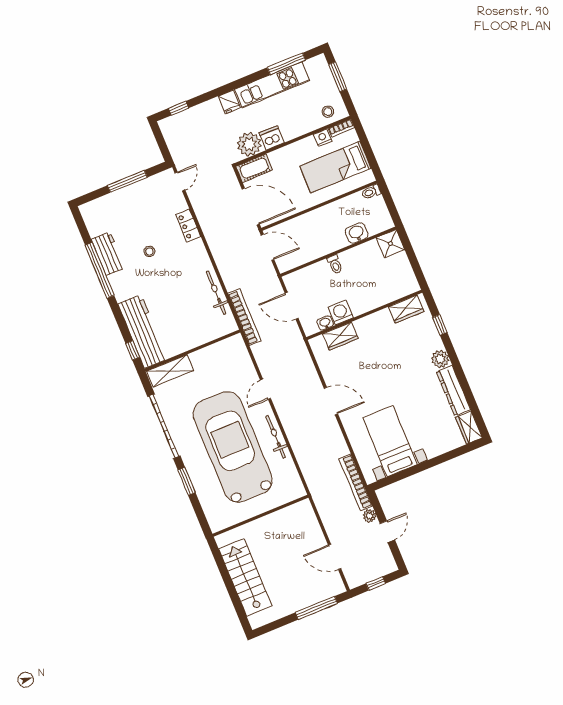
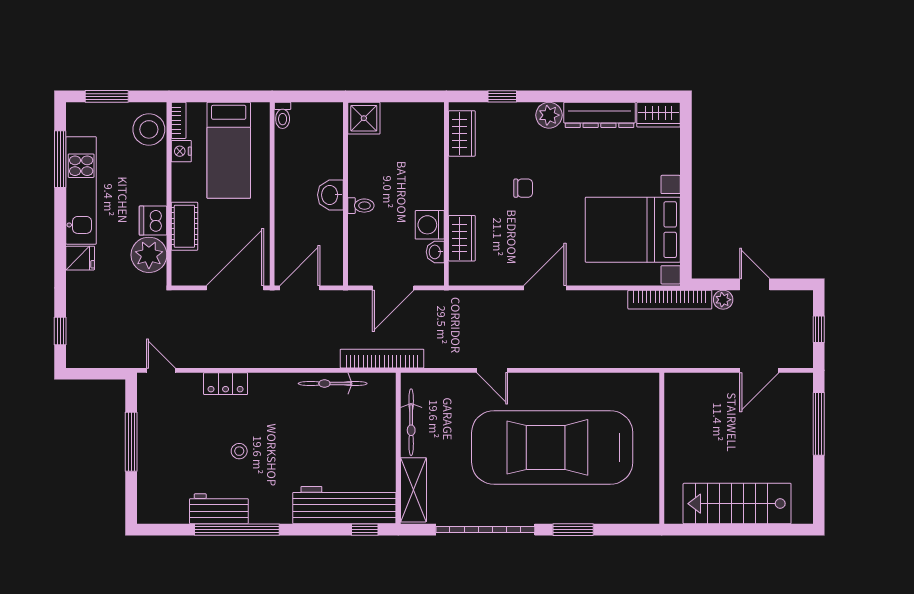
stool: (328, 112) -> (149, 129), width x1.89, depth x1.89
cot: (254, 168) -> (184, 226), moved
washbasin: (357, 233) -> (330, 195), moved
chair: (388, 362) -> (523, 188), added
bicycle: (276, 437) -> (411, 422), moved, turned -90
bed with nightstands: (390, 441) -> (633, 230), width x1.36

